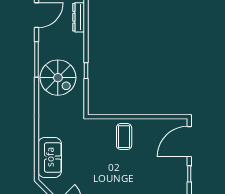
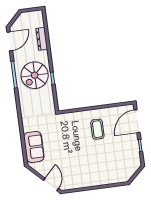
spiral stairs: (58, 78) -> (35, 75), moved, turned 90
coffee table: (124, 137) -> (97, 129), moved

